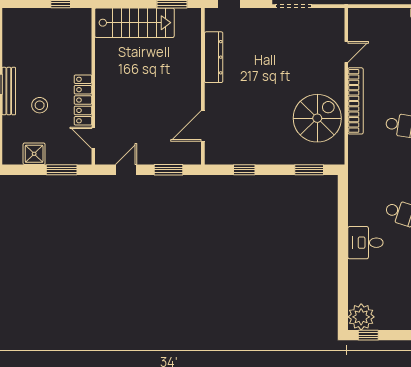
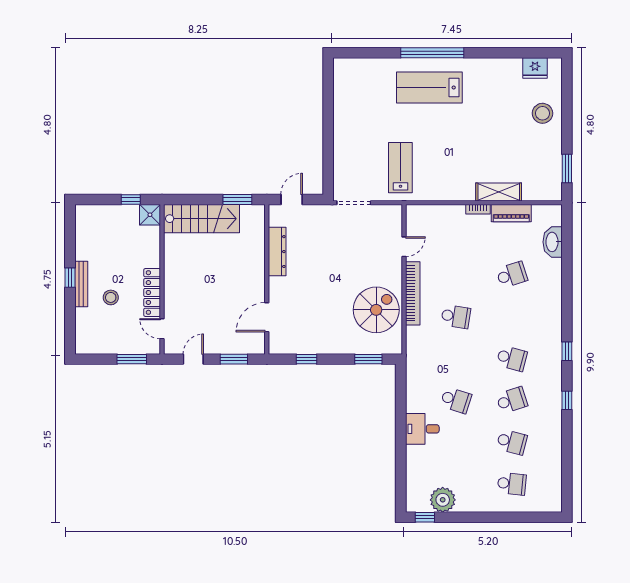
shower: (34, 154) -> (150, 215), moved
plant: (361, 317) -> (443, 500), moved

